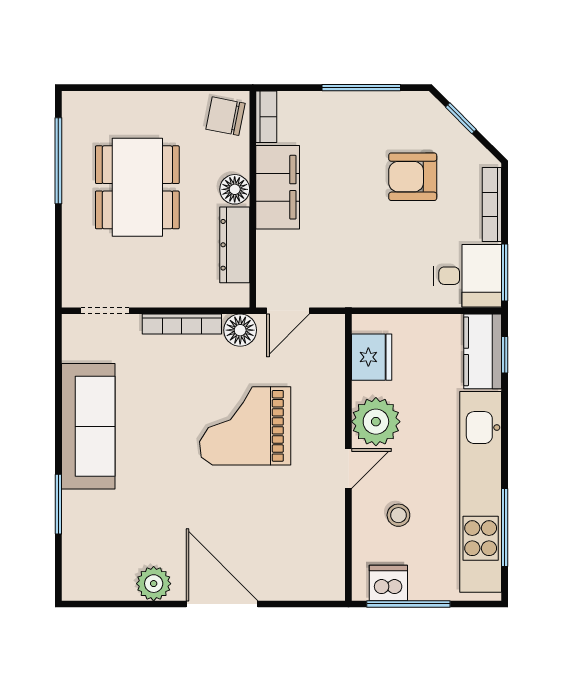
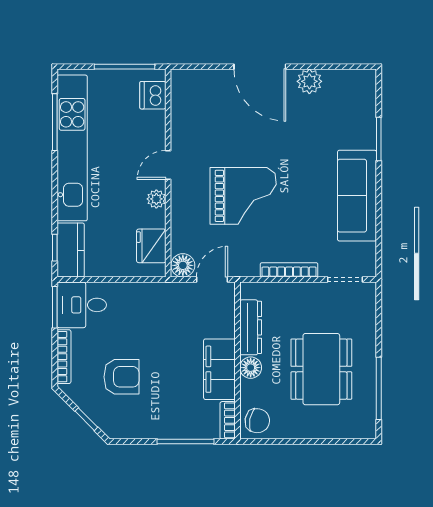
window: (361, 88) -> (185, 442), moved
floor lamp: (240, 330) -> (183, 265), moved
plant: (376, 422) -> (156, 199), width x0.53, depth x0.53
stool: (398, 515) -> (132, 131), removed
dishwasher: (388, 583) -> (153, 95), moved, turned 90

